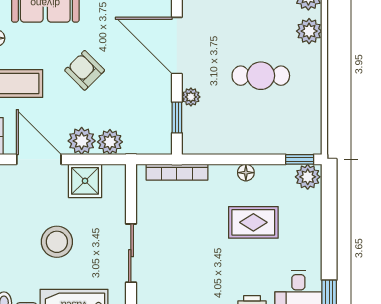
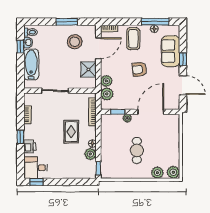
armchair: (85, 70) -> (139, 69), turned -141
plant: (82, 141) -> (107, 94), moved
plant: (308, 177) -> (90, 154), moved
rug: (253, 222) -> (71, 132), moved
stool: (57, 242) -> (75, 42), moved

